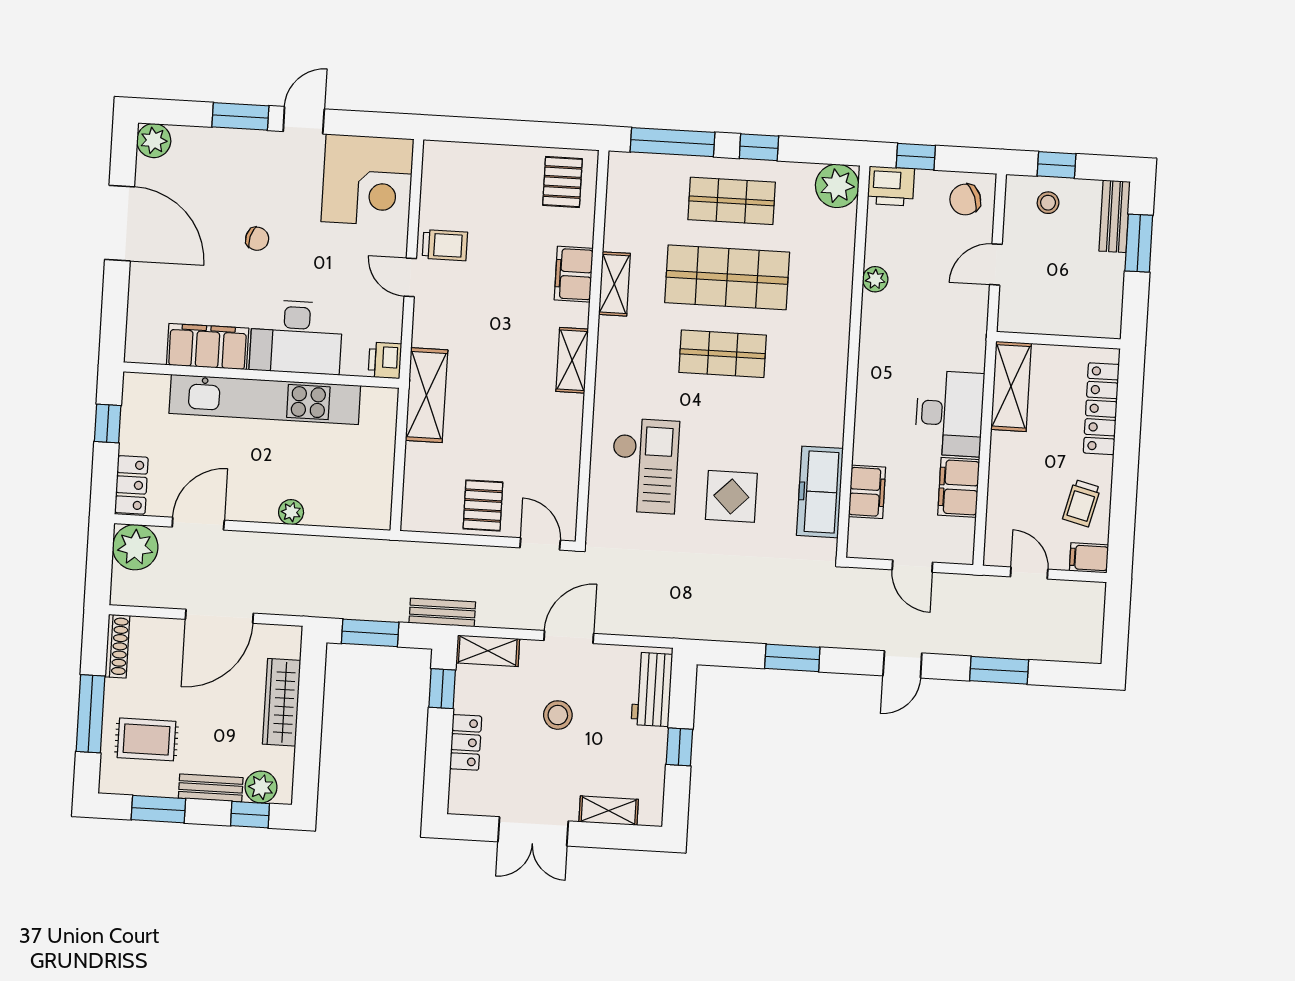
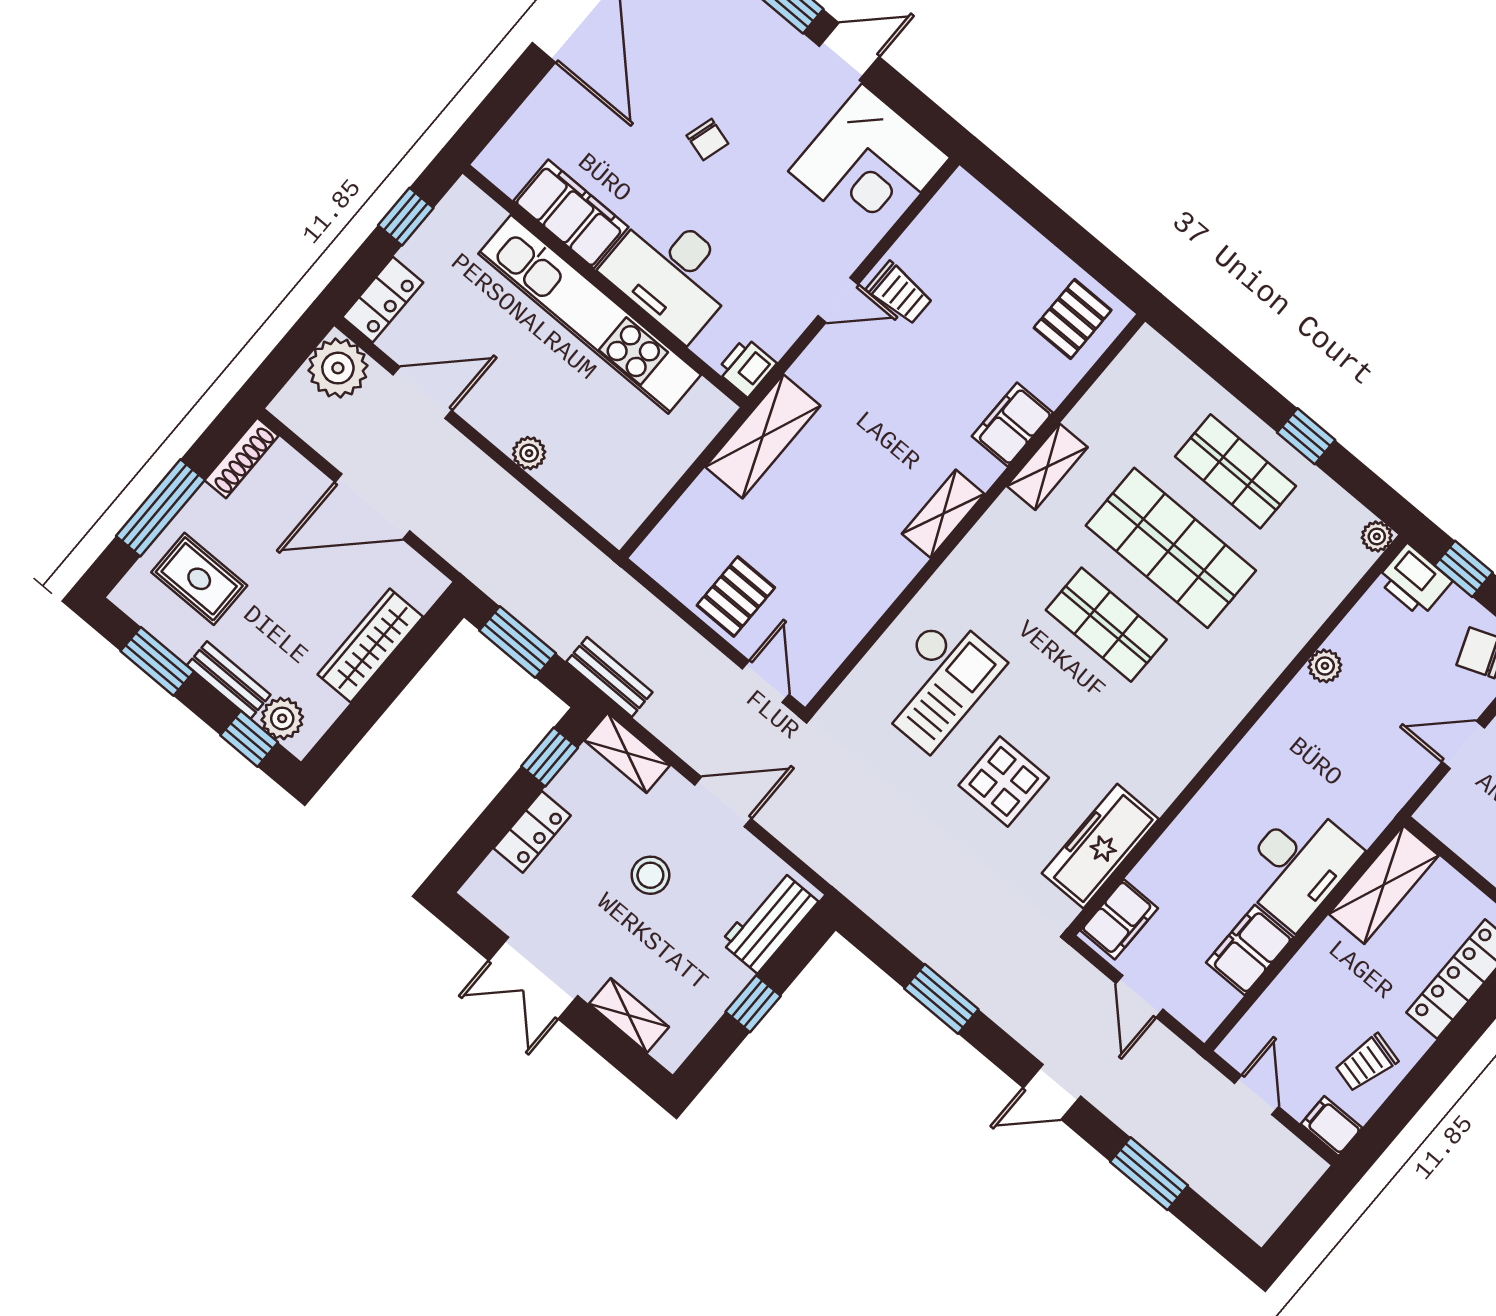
window: (673, 142) -> (1219, 363), removed
plant: (837, 186) -> (1377, 536), width x0.53, depth x0.53
door: (410, 277) -> (838, 300), swing flipped
filing cabinet: (867, 492) -> (1119, 919), moved

